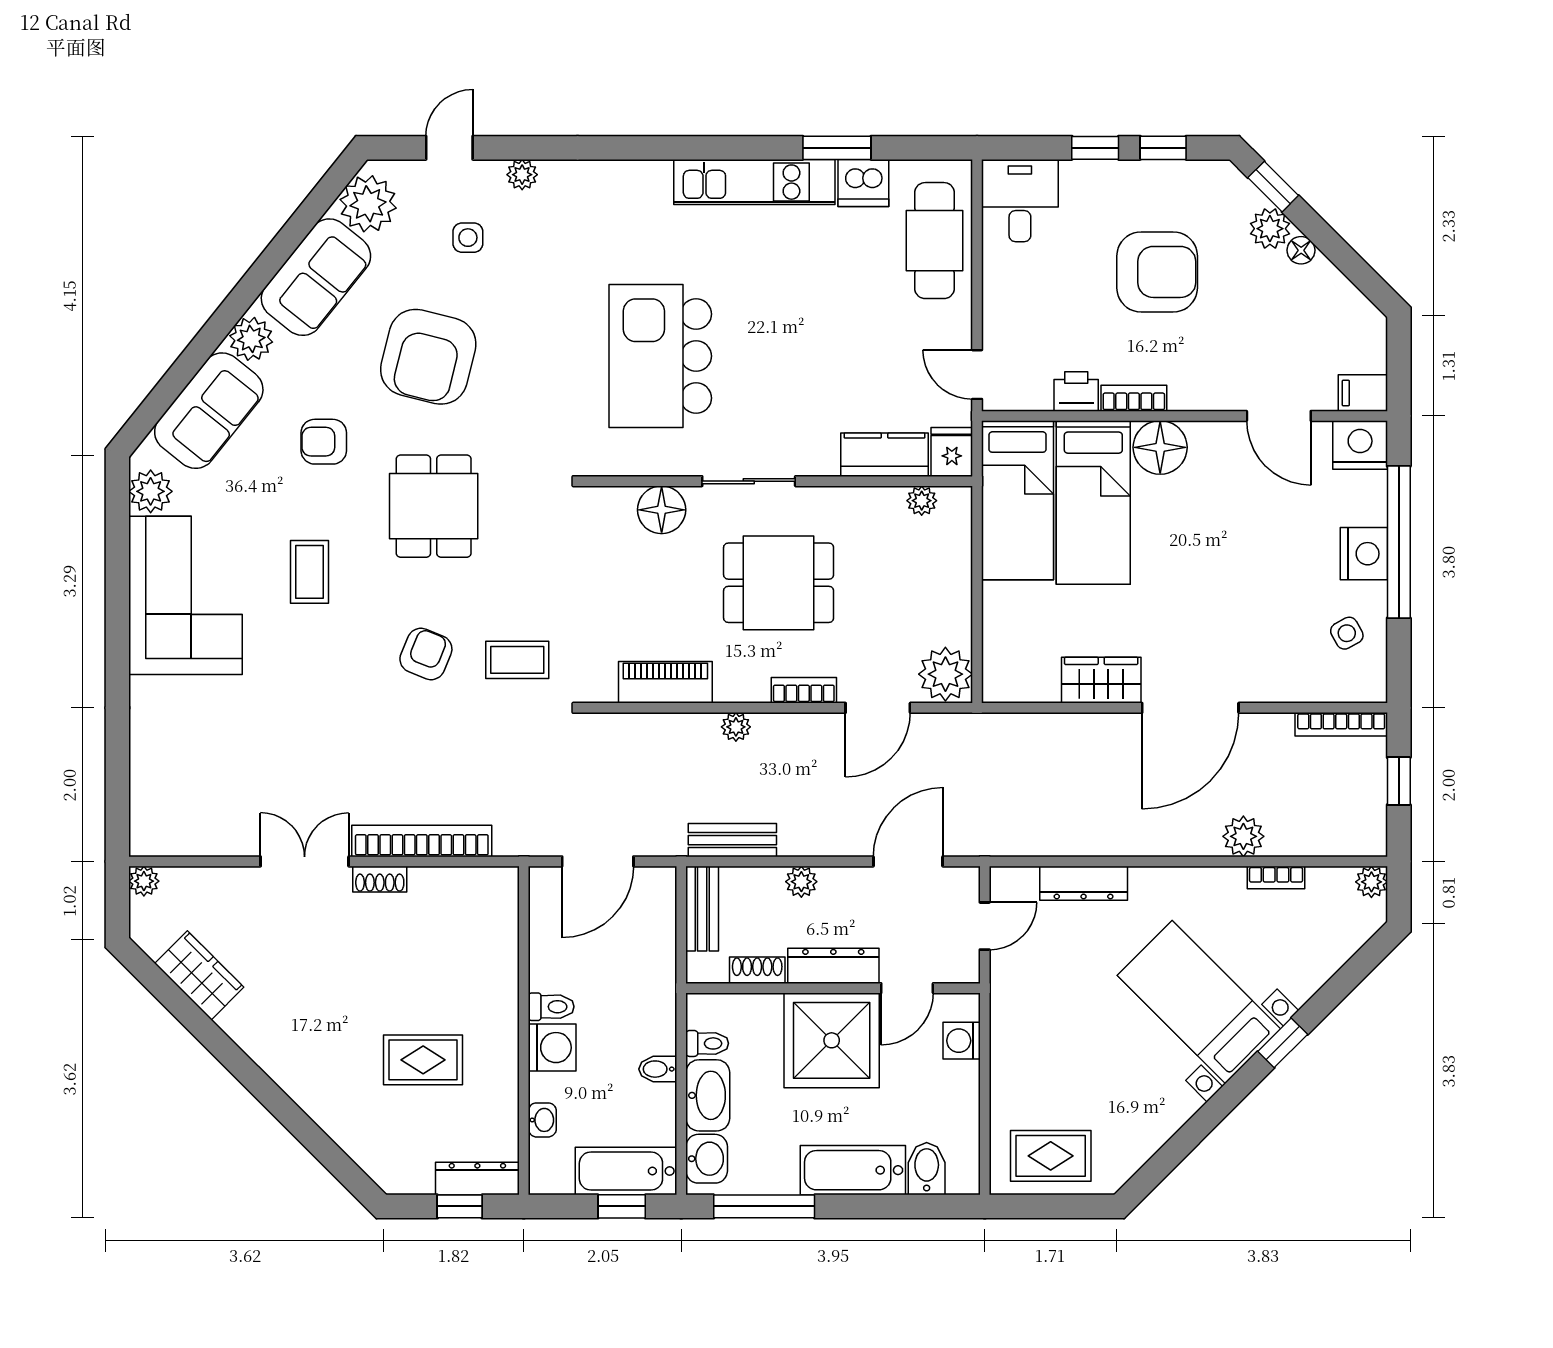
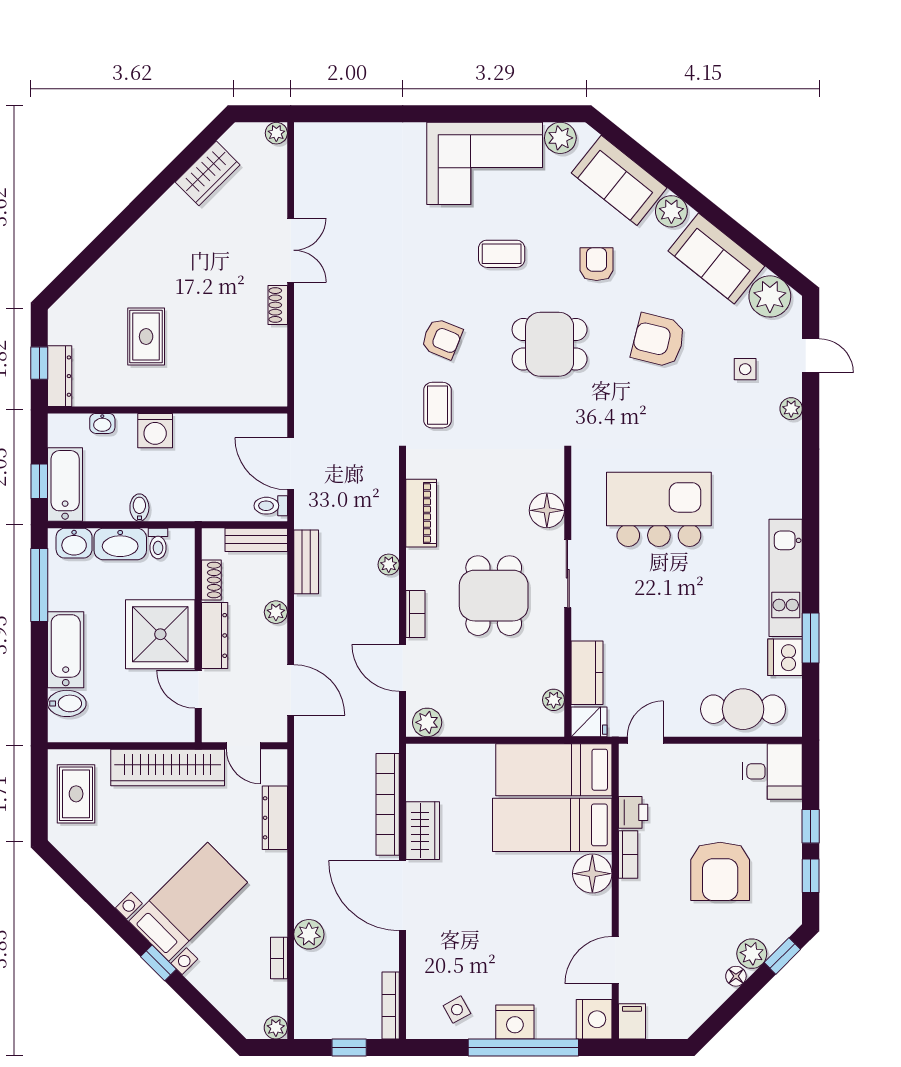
armchair: (428, 357) -> (658, 340), width x0.73, depth x0.73
plant: (945, 674) -> (427, 722), width x0.73, depth x0.73
bookcase: (422, 841) -> (388, 804), moved, turned 180
toilet: (551, 1007) -> (271, 506), moved, turned 90
wardrobe: (1015, 1030) -> (168, 768), added
washing machine: (962, 1041) -> (160, 729), removed

